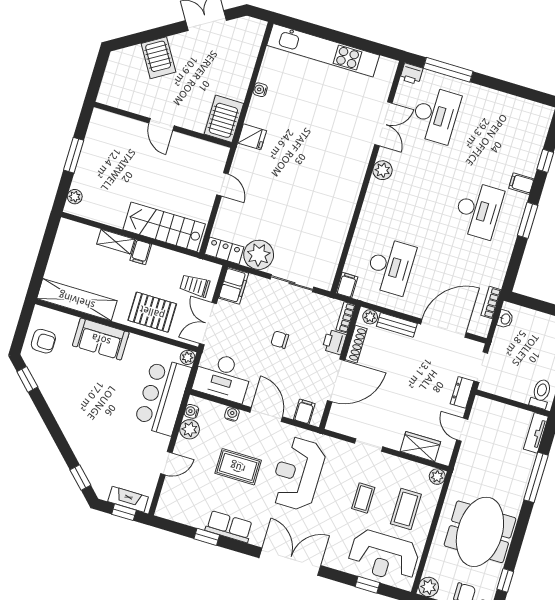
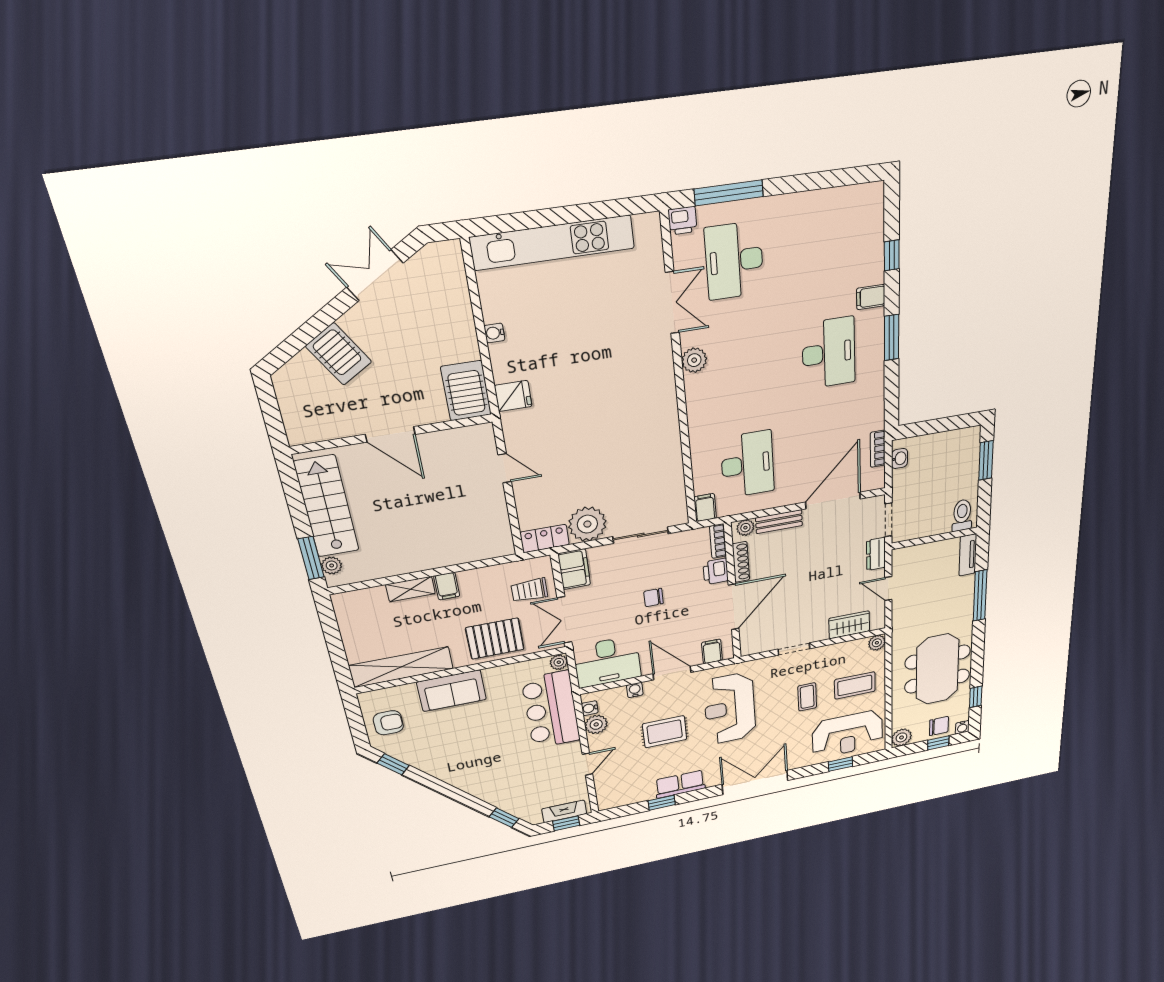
desk: (436, 115) -> (734, 261), turned 180
door: (161, 124) -> (390, 434), width x1.38
window: (74, 155) -> (311, 558), moved
stairs: (164, 227) -> (327, 506), moved, turned 90
coffee table: (406, 509) -> (855, 685), turned 90

